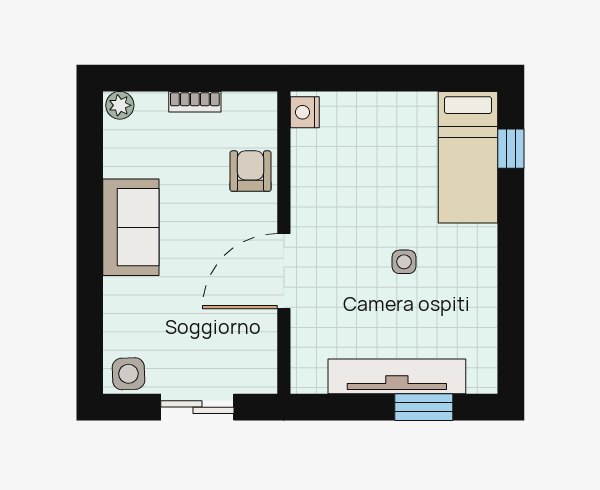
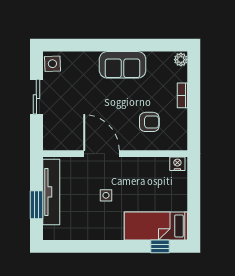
nightstand: (305, 112) -> (177, 164), moved
wall: (284, 243) -> (115, 154), moved
door: (284, 271) -> (101, 154), moved

